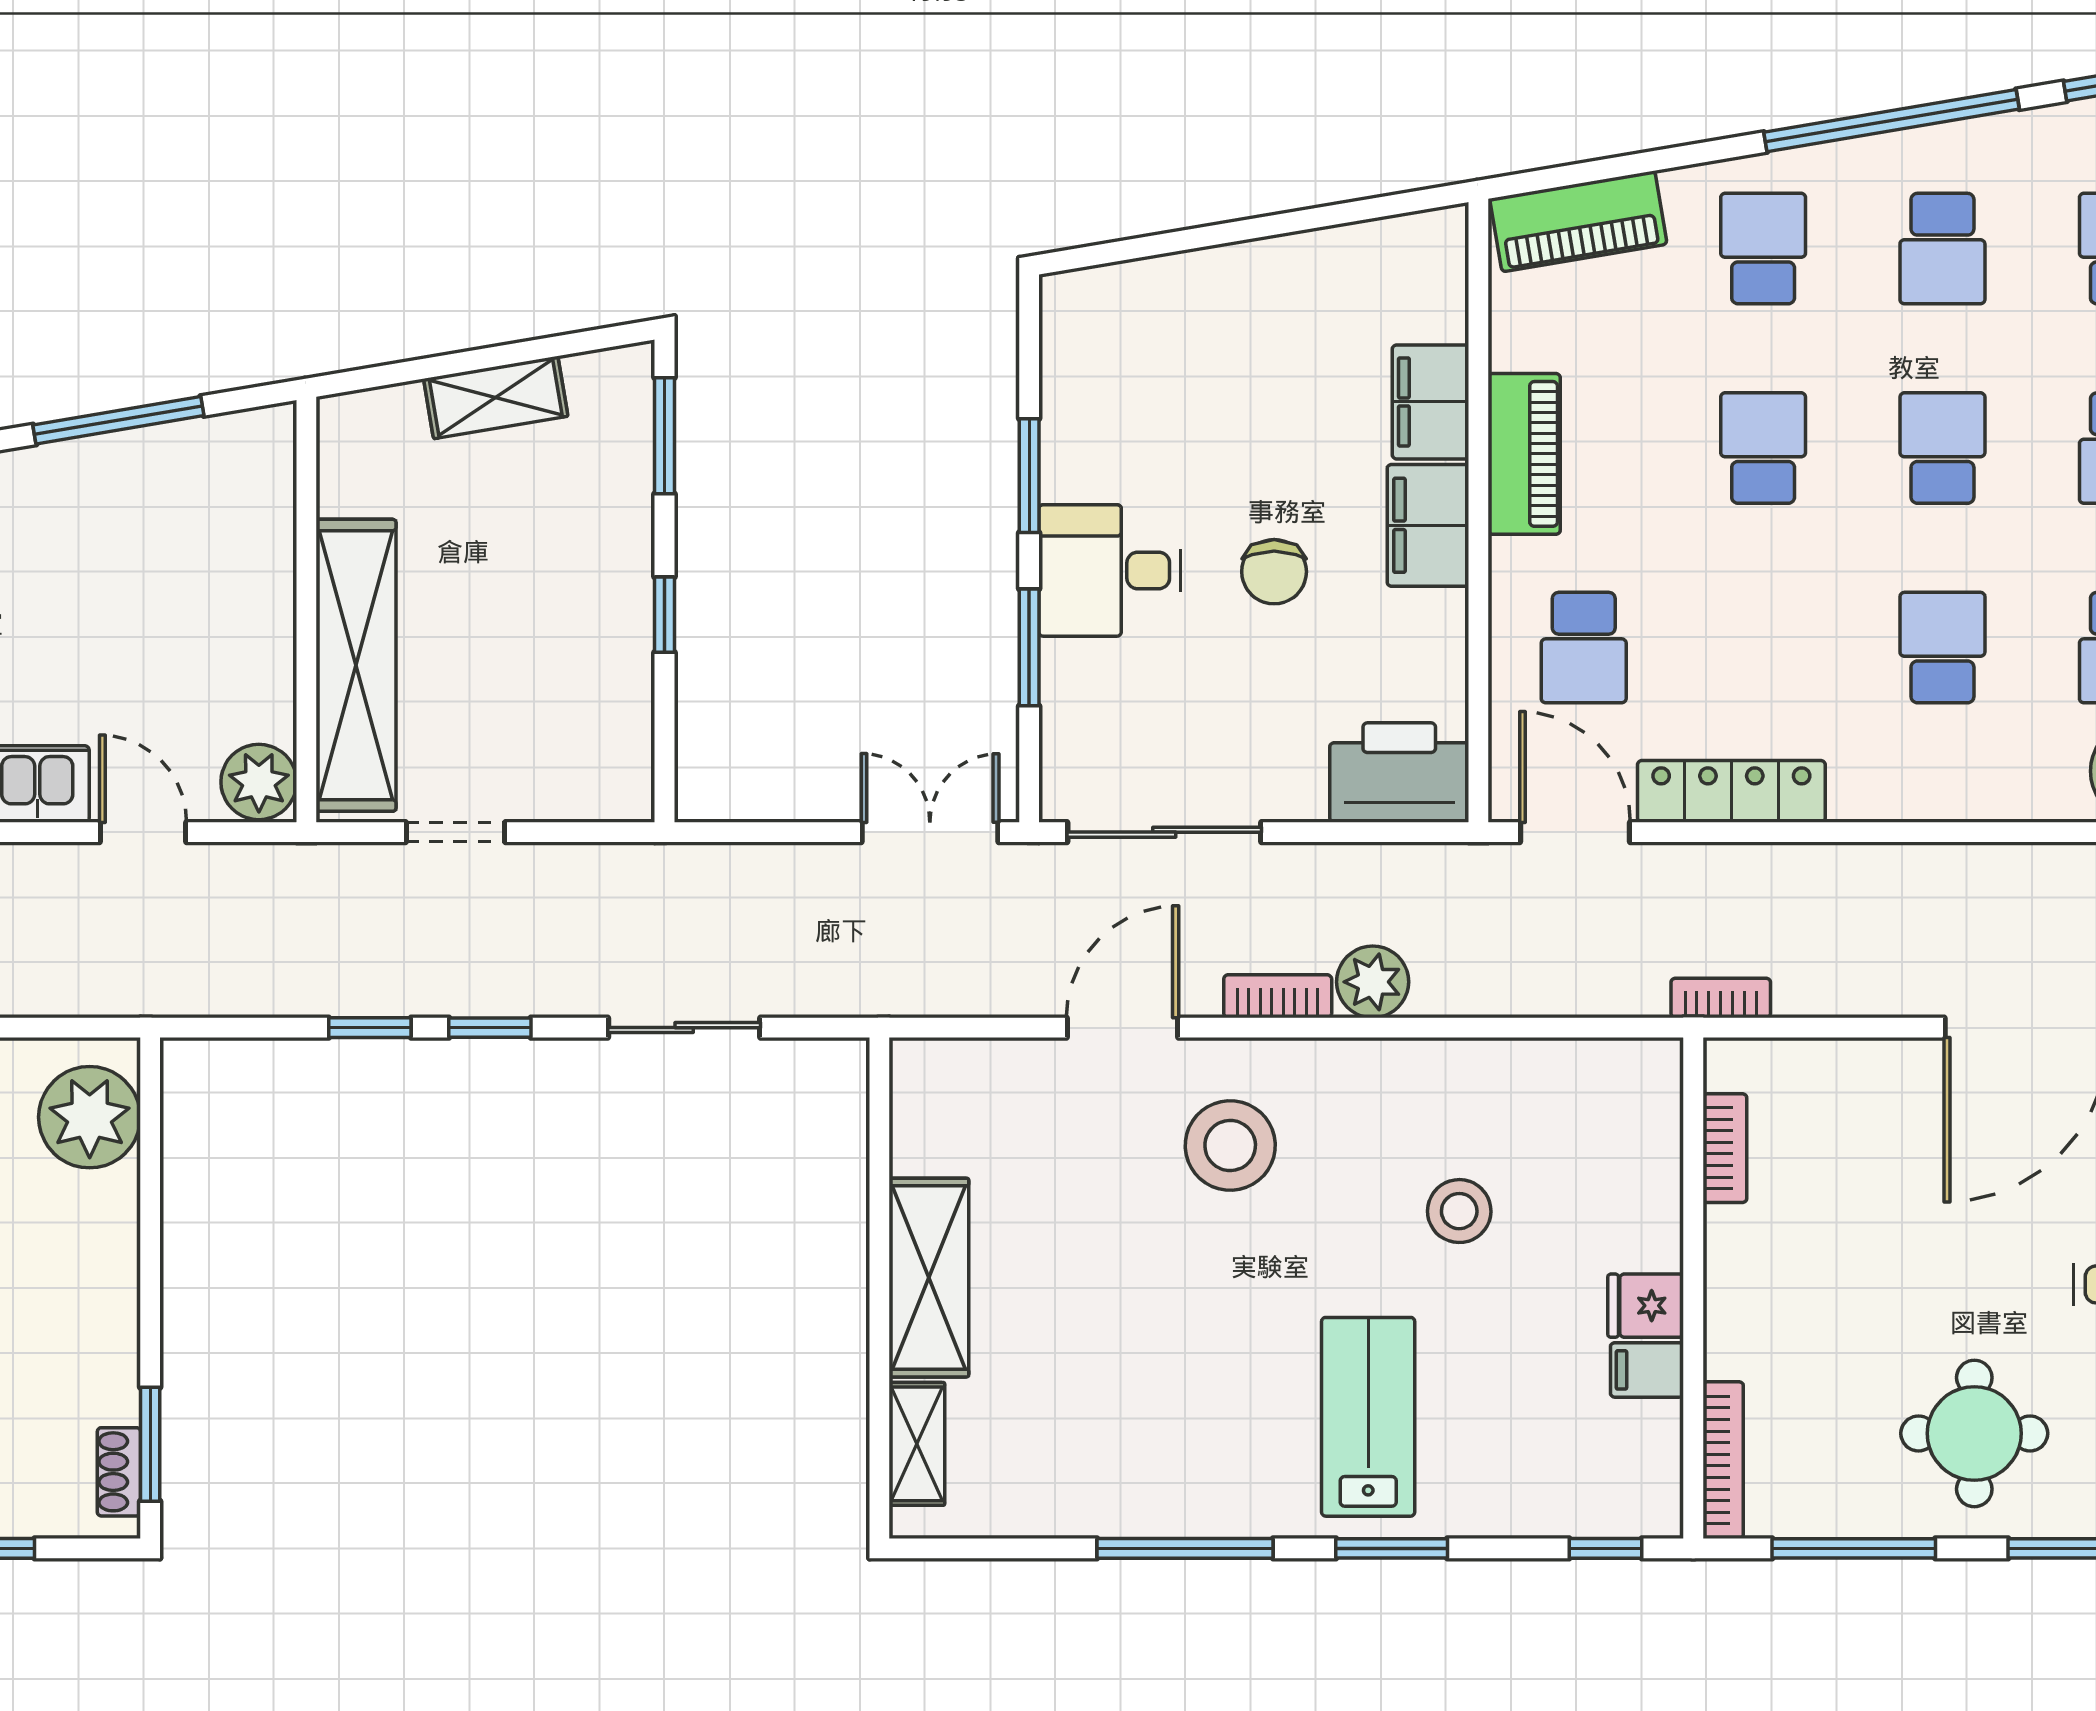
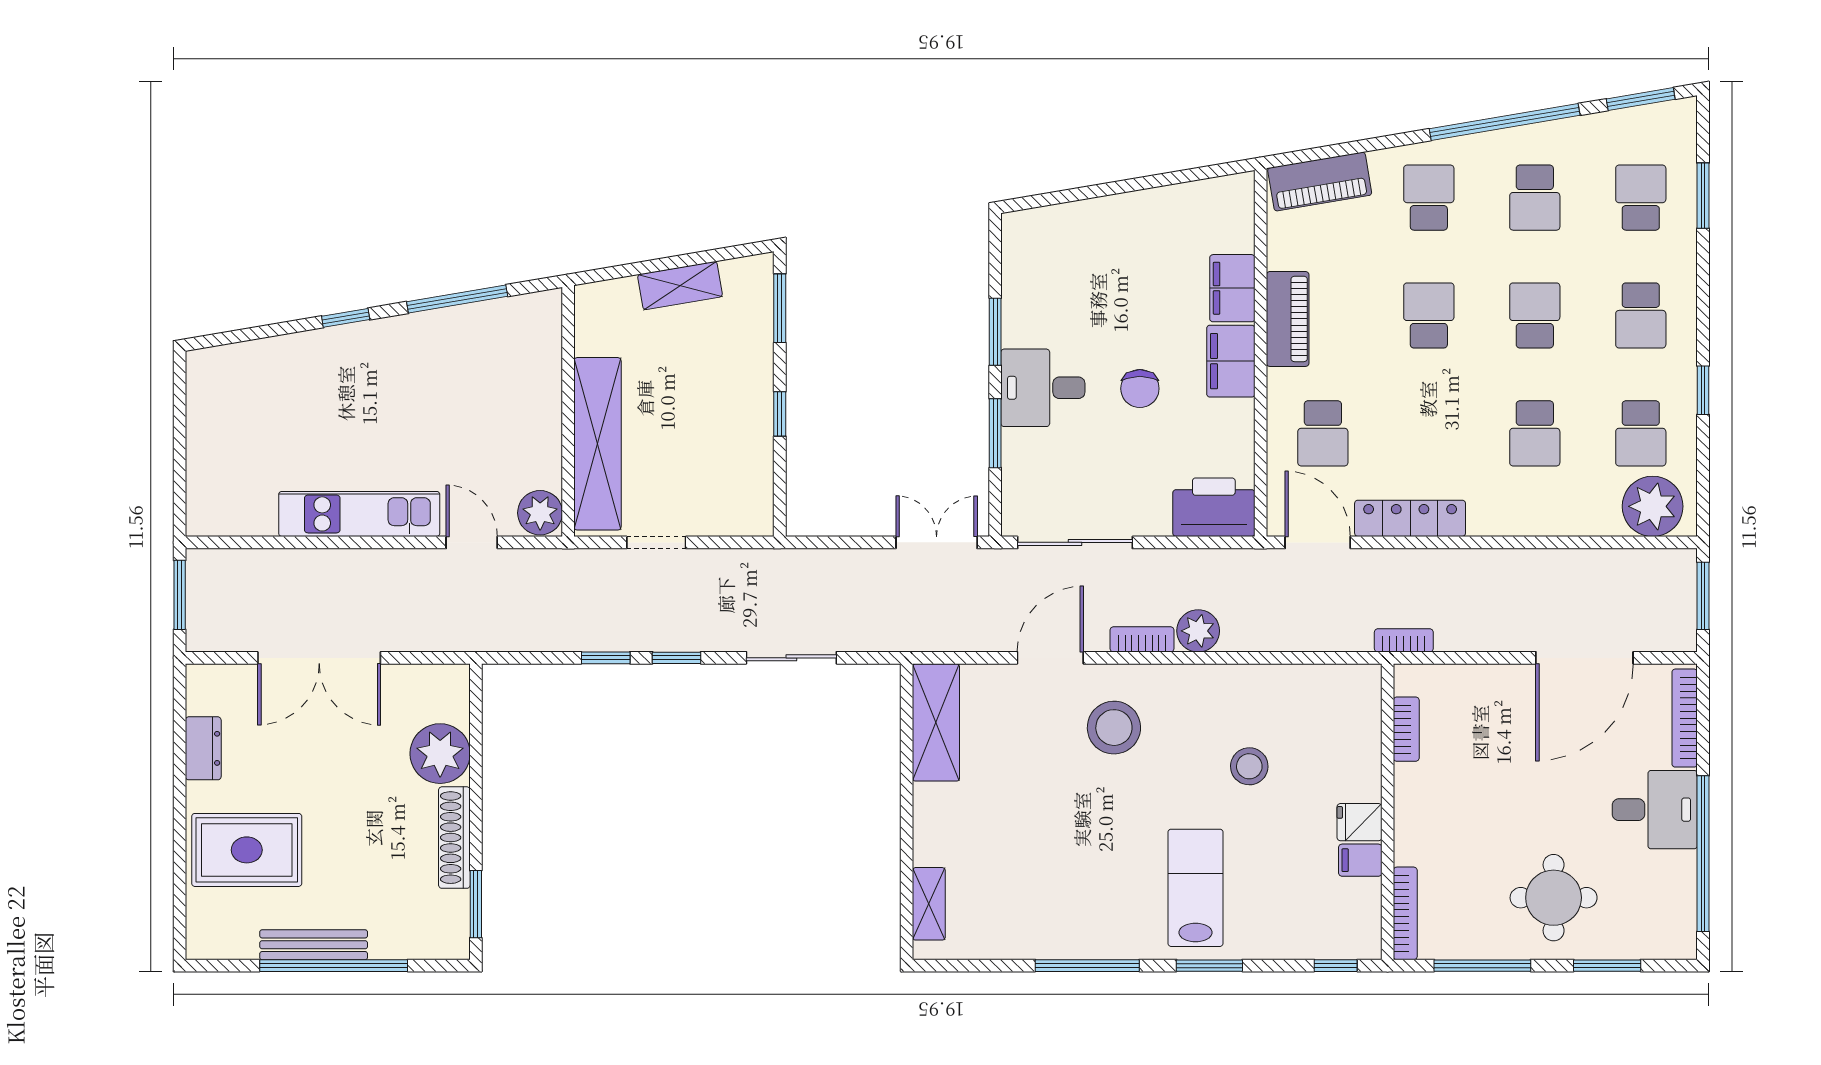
school desk: (1942, 648) -> (1535, 433), turned 180
plant: (90, 1117) -> (440, 754), moved
shelving: (929, 1278) -> (936, 722), moved
shoe rack: (119, 1472) -> (454, 838), moved, width x1.94, depth x1.24

